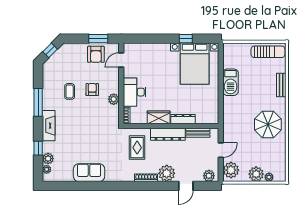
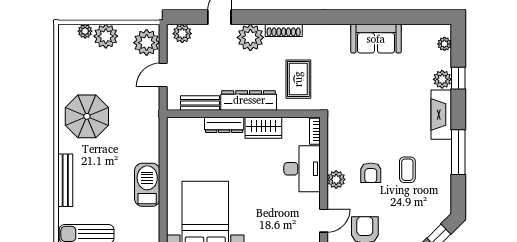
bench: (281, 85) -> (65, 180), width x1.36
plant: (114, 99) -> (336, 179), moved
plant: (48, 159) -> (442, 79), moved

